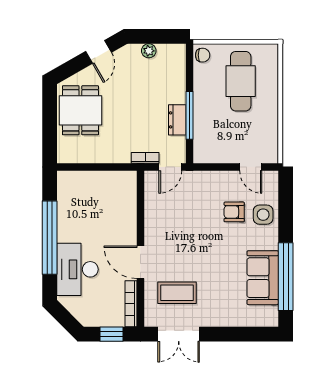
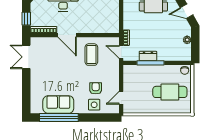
door: (140, 262) -> (67, 35), swing flipped
coffee table: (177, 293) -> (91, 55), moved

